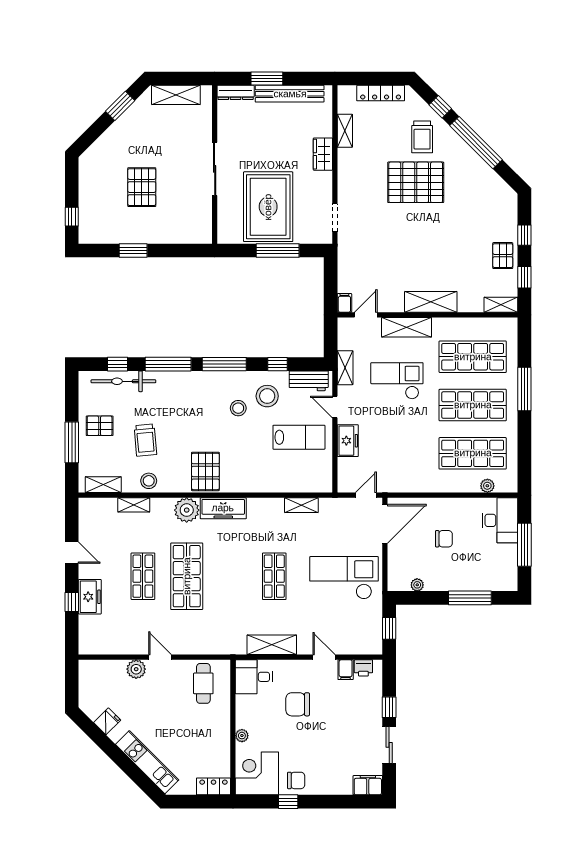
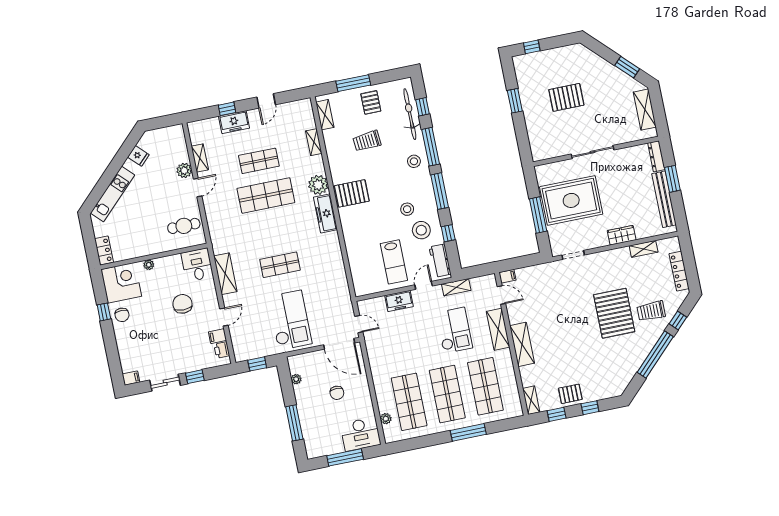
stool: (149, 481) -> (414, 161), moved
shelving: (301, 505) -> (200, 158), moved
filing cabinet: (368, 785) -> (131, 378), width x0.50

